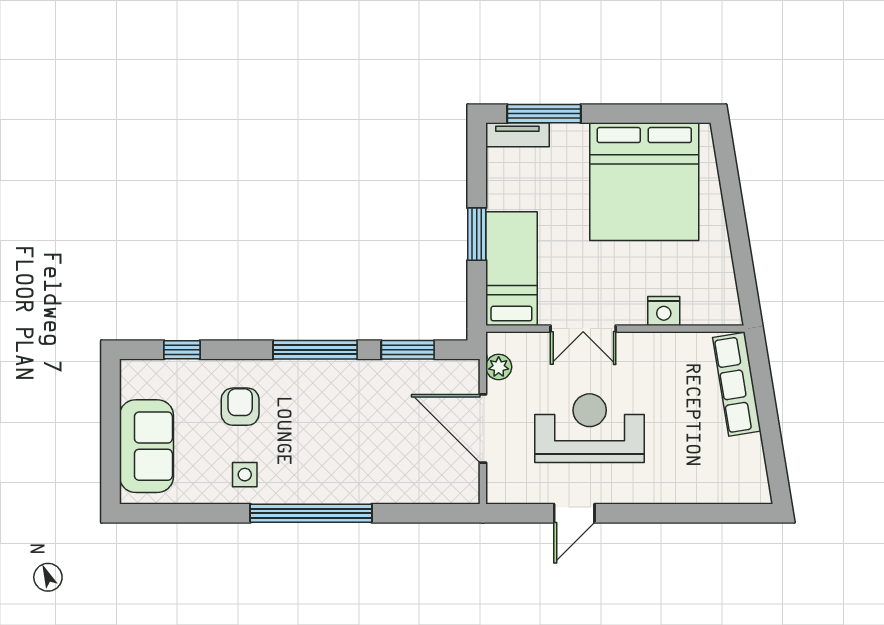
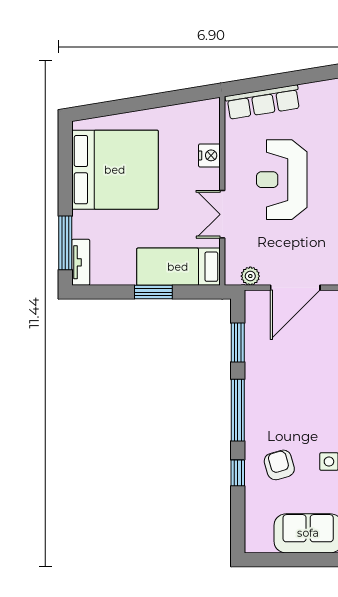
double door: (583, 329) -> (222, 214), swing flipped
window: (182, 350) -> (238, 473), moved
armchair: (240, 407) -> (279, 465), turned 74
reception desk: (590, 428) -> (282, 180), moved

